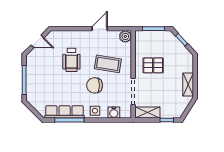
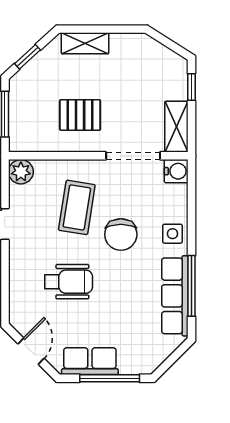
pallet: (153, 65) -> (80, 115), turned 90
row of seats: (33, 70) -> (90, 361), added
shelving: (188, 85) -> (85, 43), moved
water cooler: (114, 113) -> (176, 171), moved

